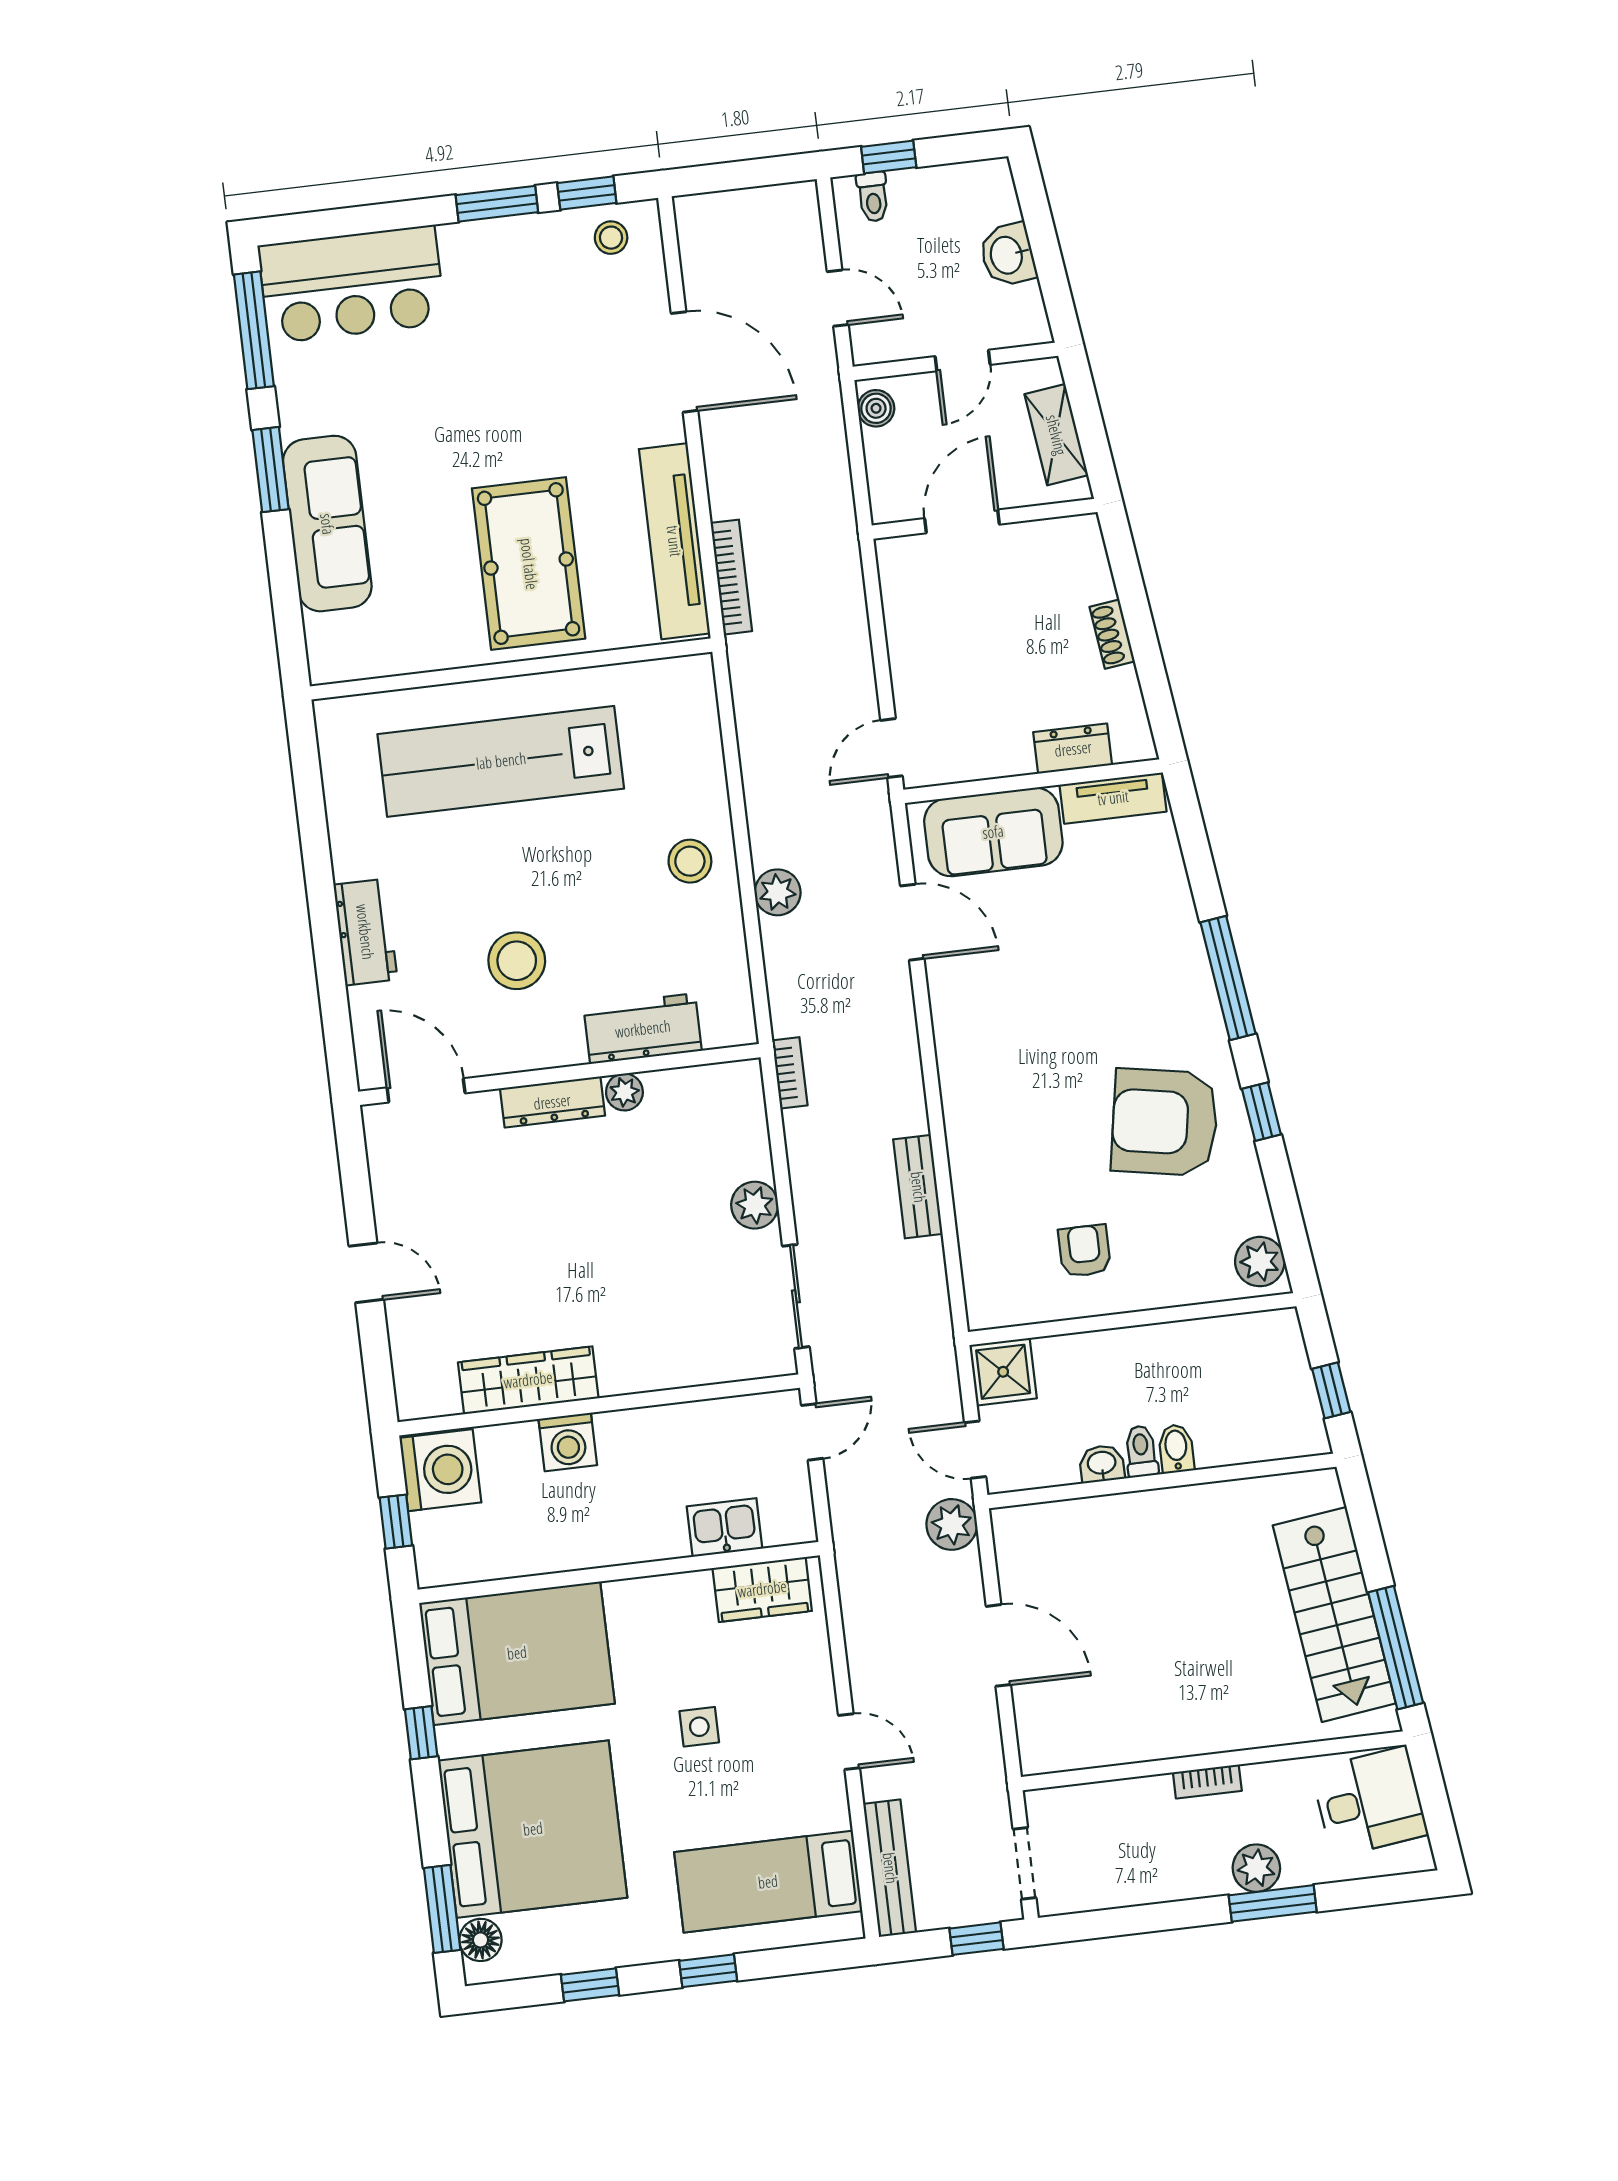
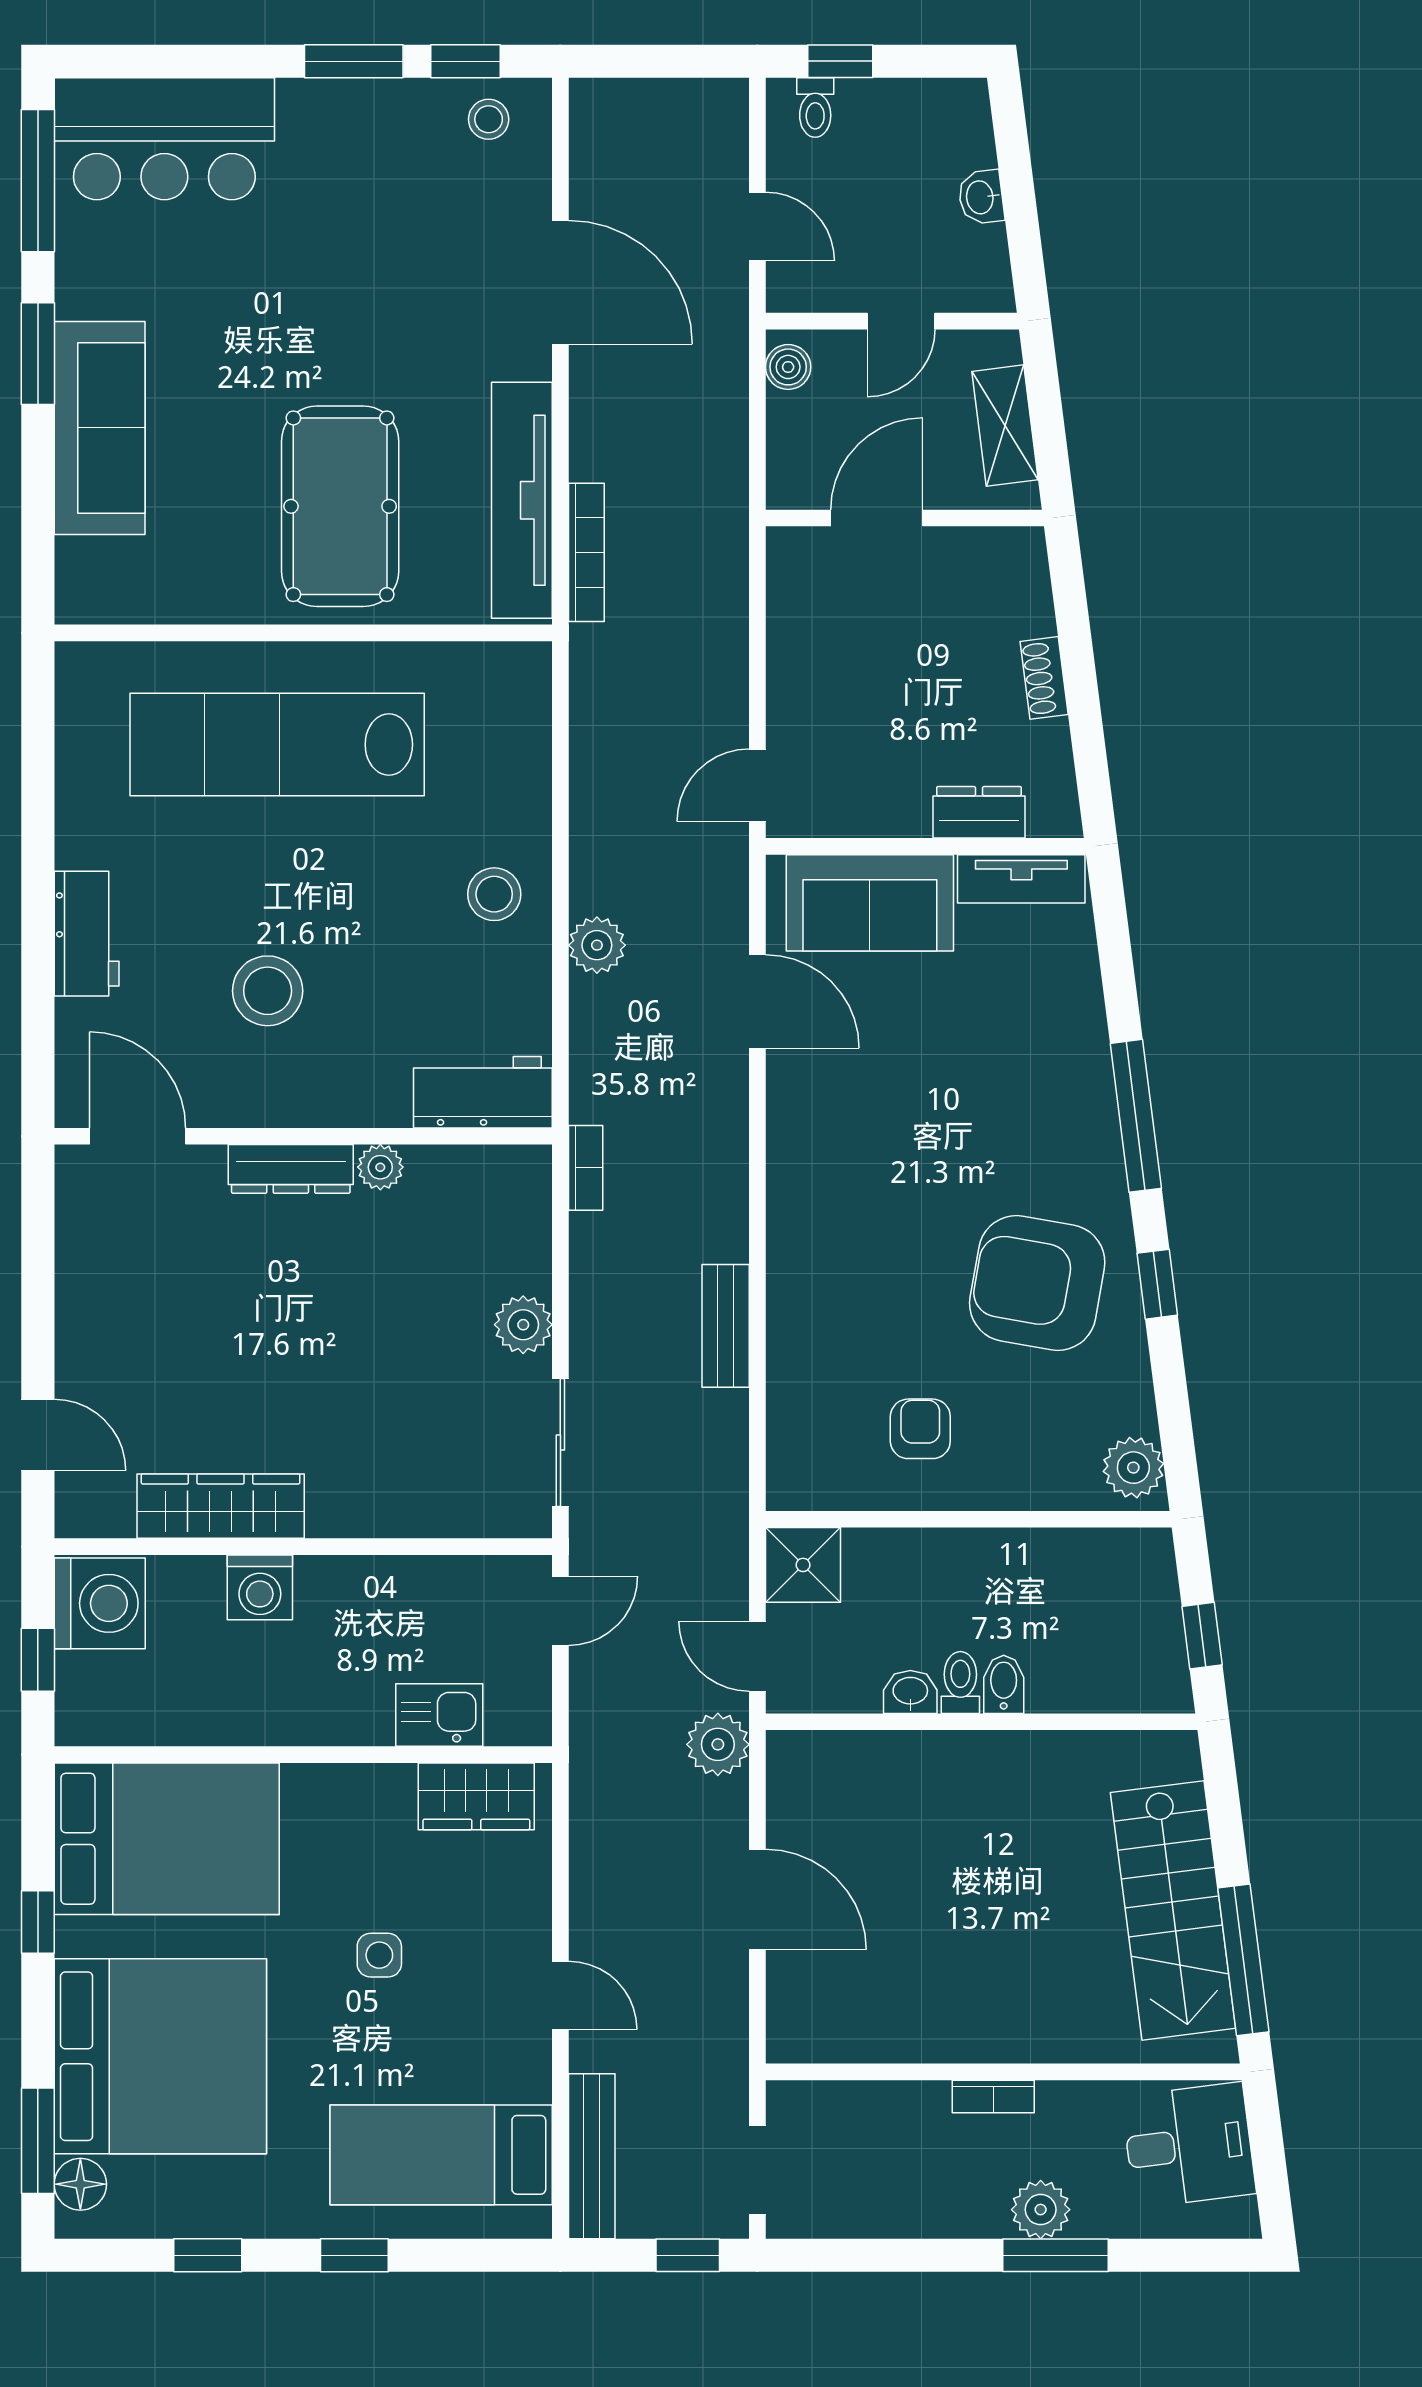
washbasin: (1008, 255) -> (981, 197), width x0.72, depth x0.69
workbench: (643, 1029) -> (483, 1092), moved
door: (366, 1273) -> (38, 1435), moved

